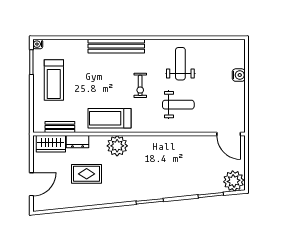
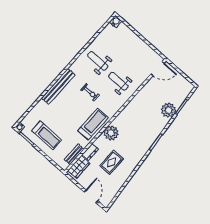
water cooler: (239, 75) -> (116, 22), moved
weight bench: (178, 105) -> (118, 81), turned -90
treadmill: (109, 118) -> (93, 124), turned 180
plant: (234, 181) -> (169, 110), moved

